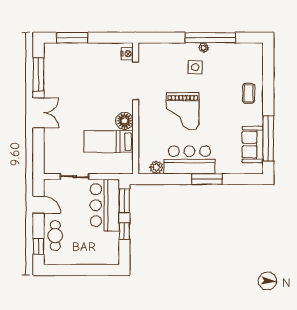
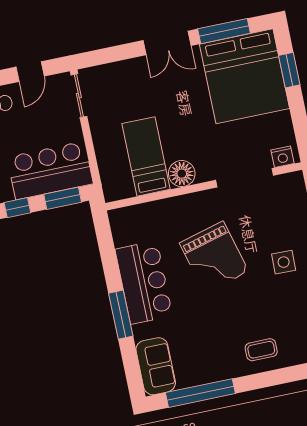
window: (72, 38) -> (289, 70), width x0.69
bed: (70, 67) -> (244, 76), added
grand piano: (183, 111) -> (214, 257), turned -105
sofa: (253, 144) -> (156, 366), moved, turned 90
plant: (156, 167) -> (122, 235), removed
sliding door: (75, 177) -> (79, 96), moved

